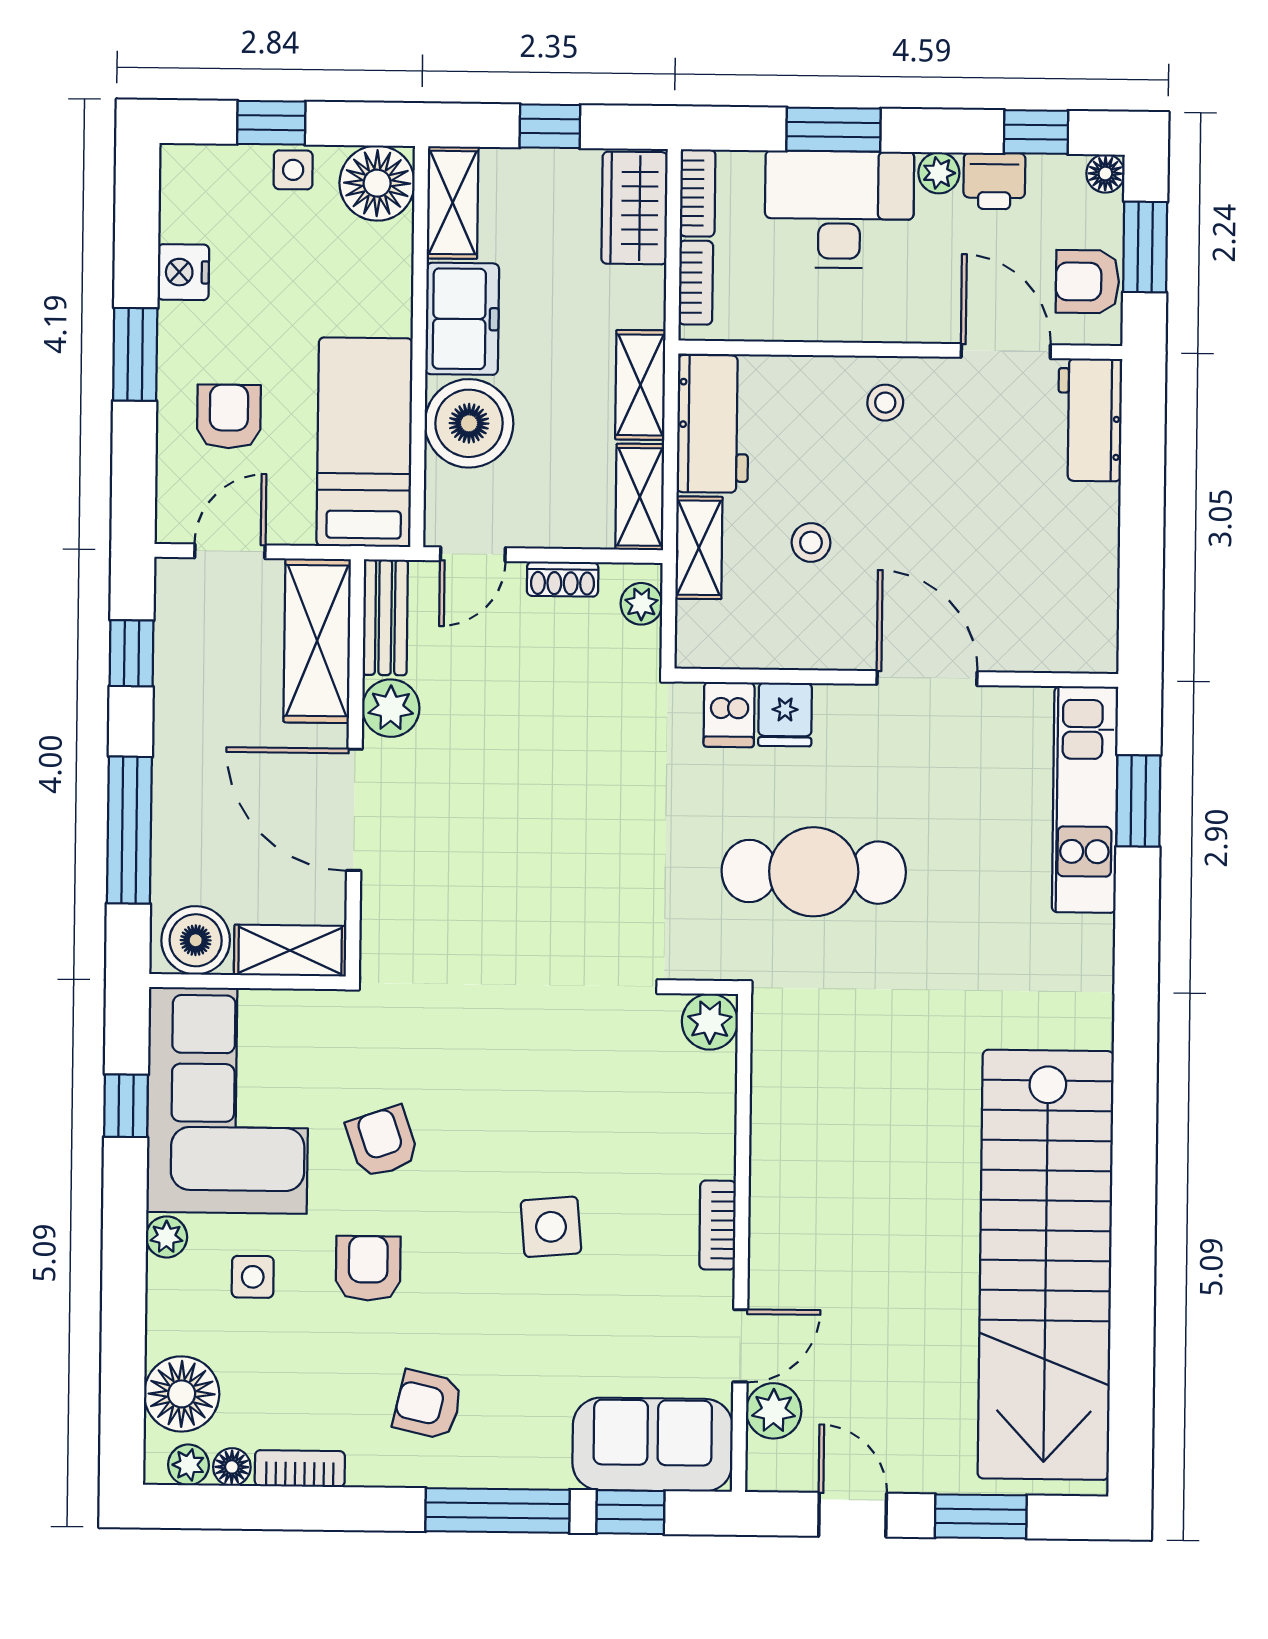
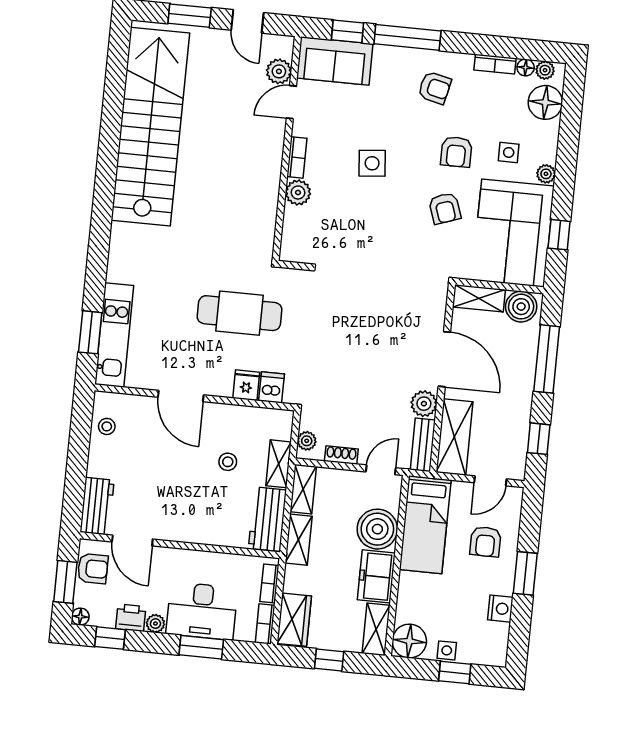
stool: (885, 403) -> (107, 426), moved
plant: (710, 1022) -> (298, 193), moved

